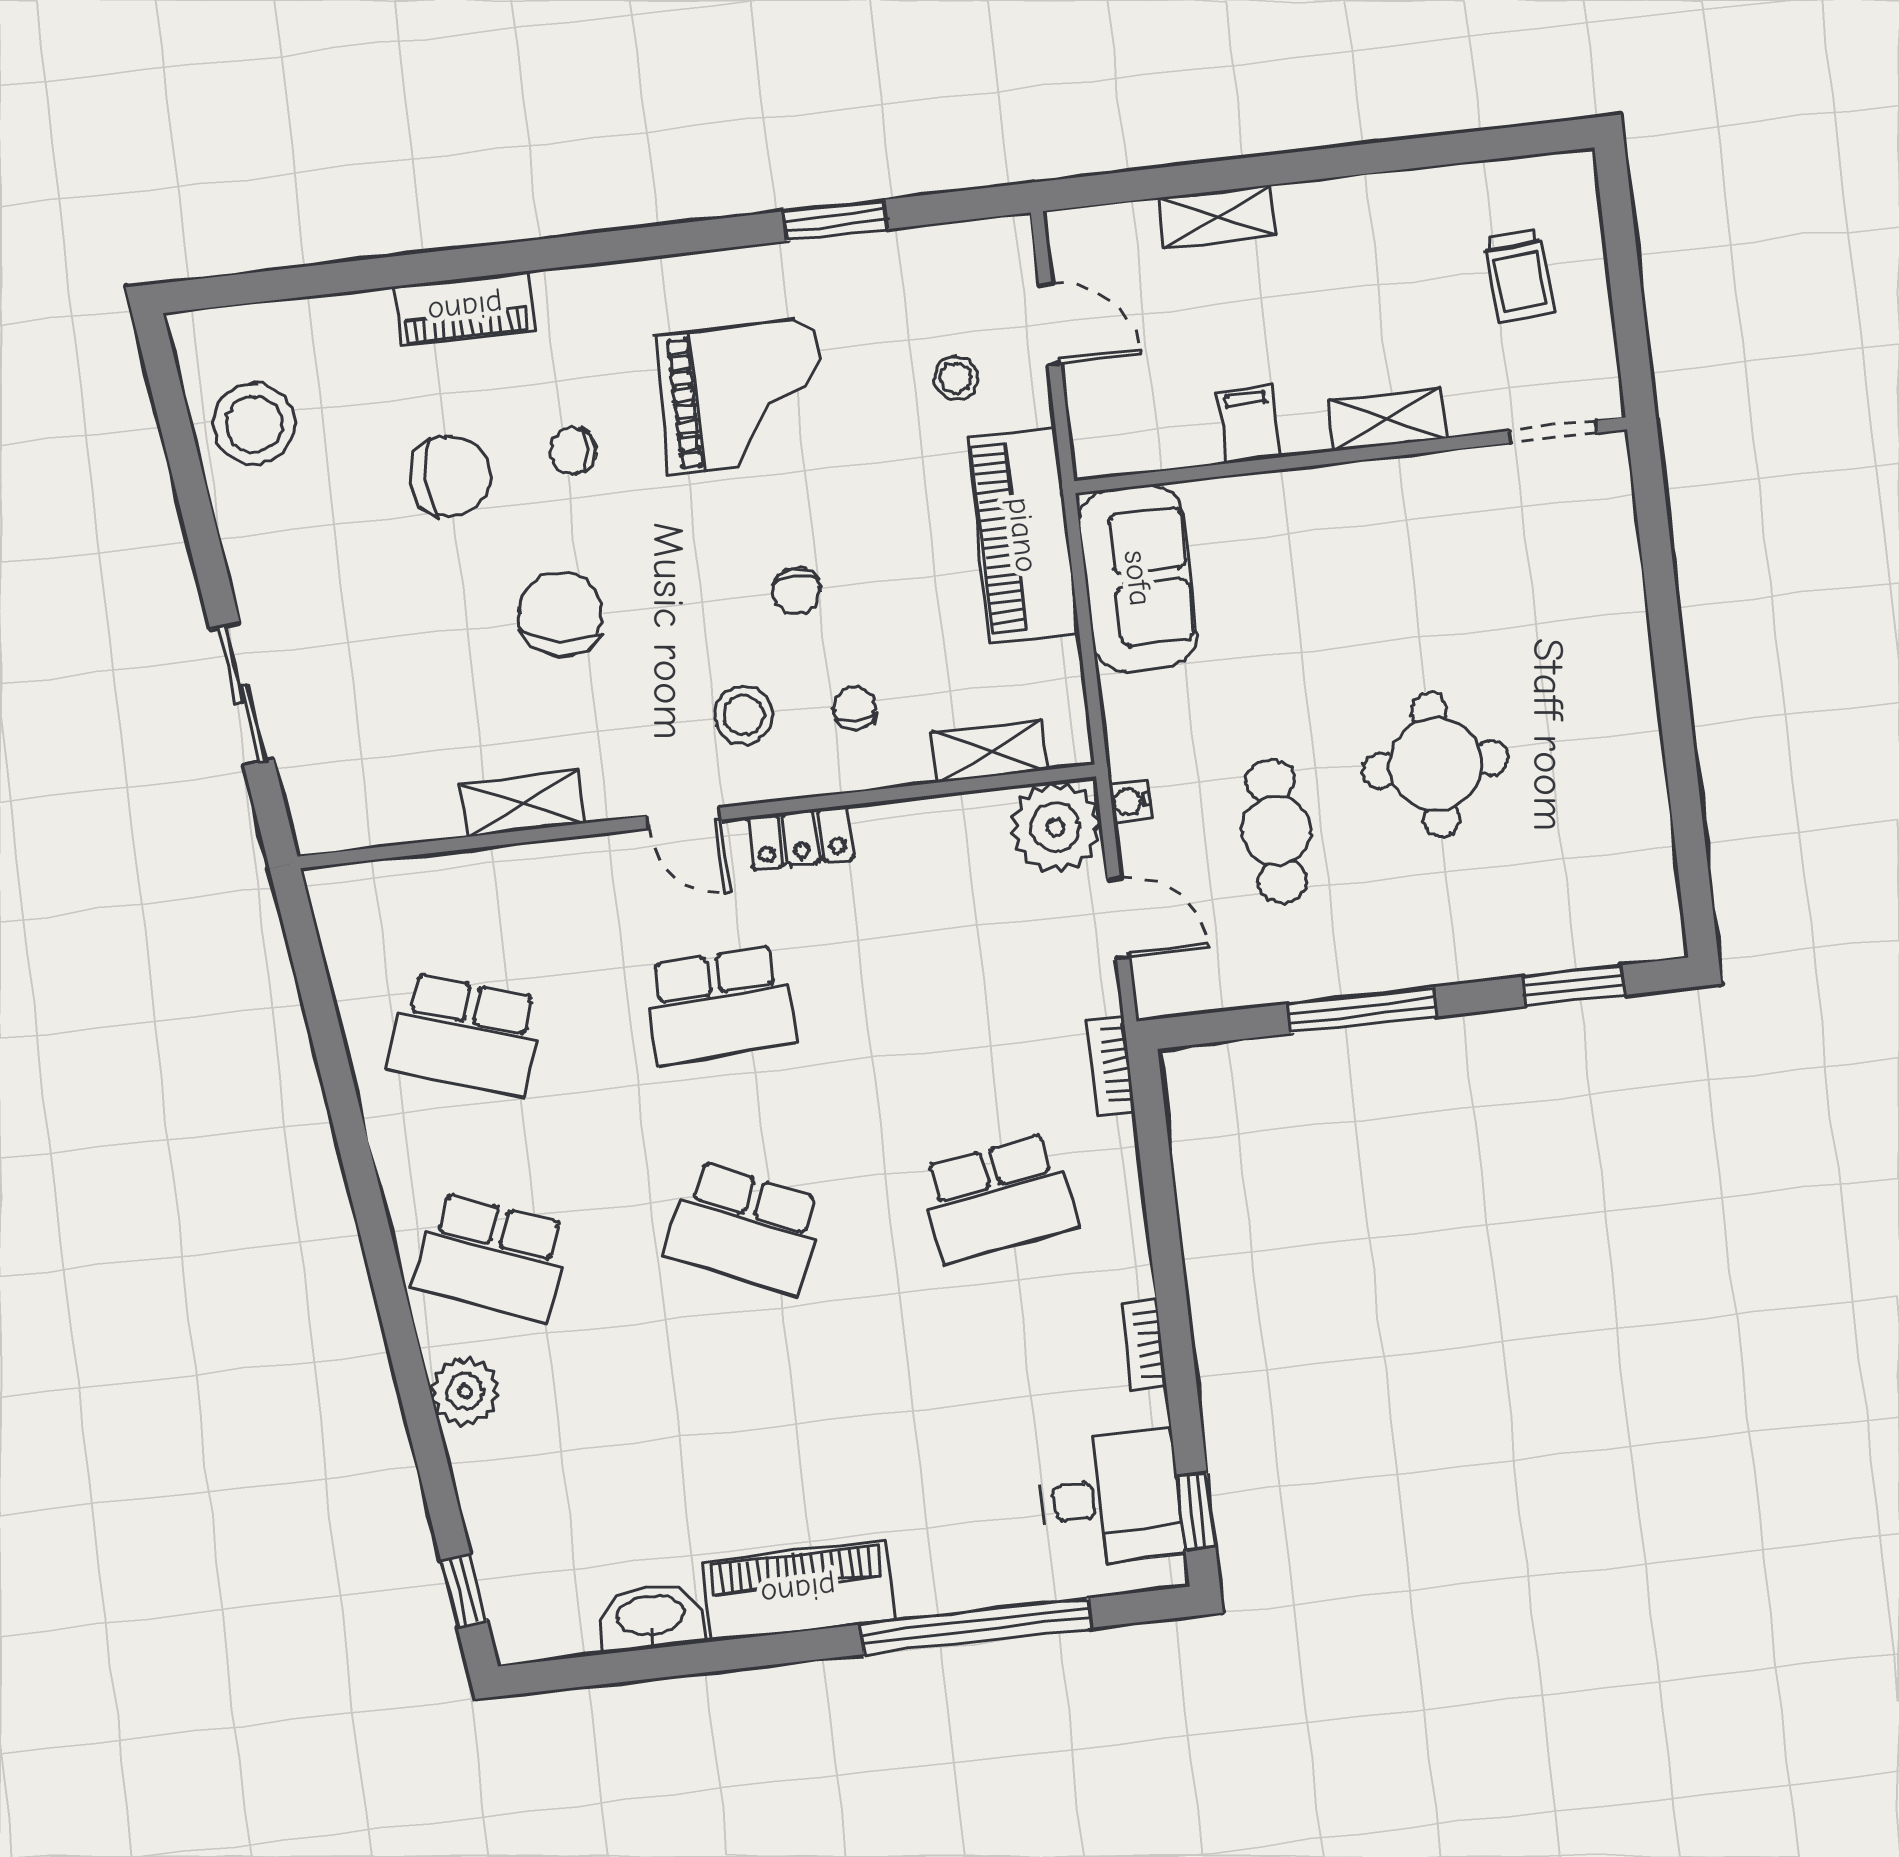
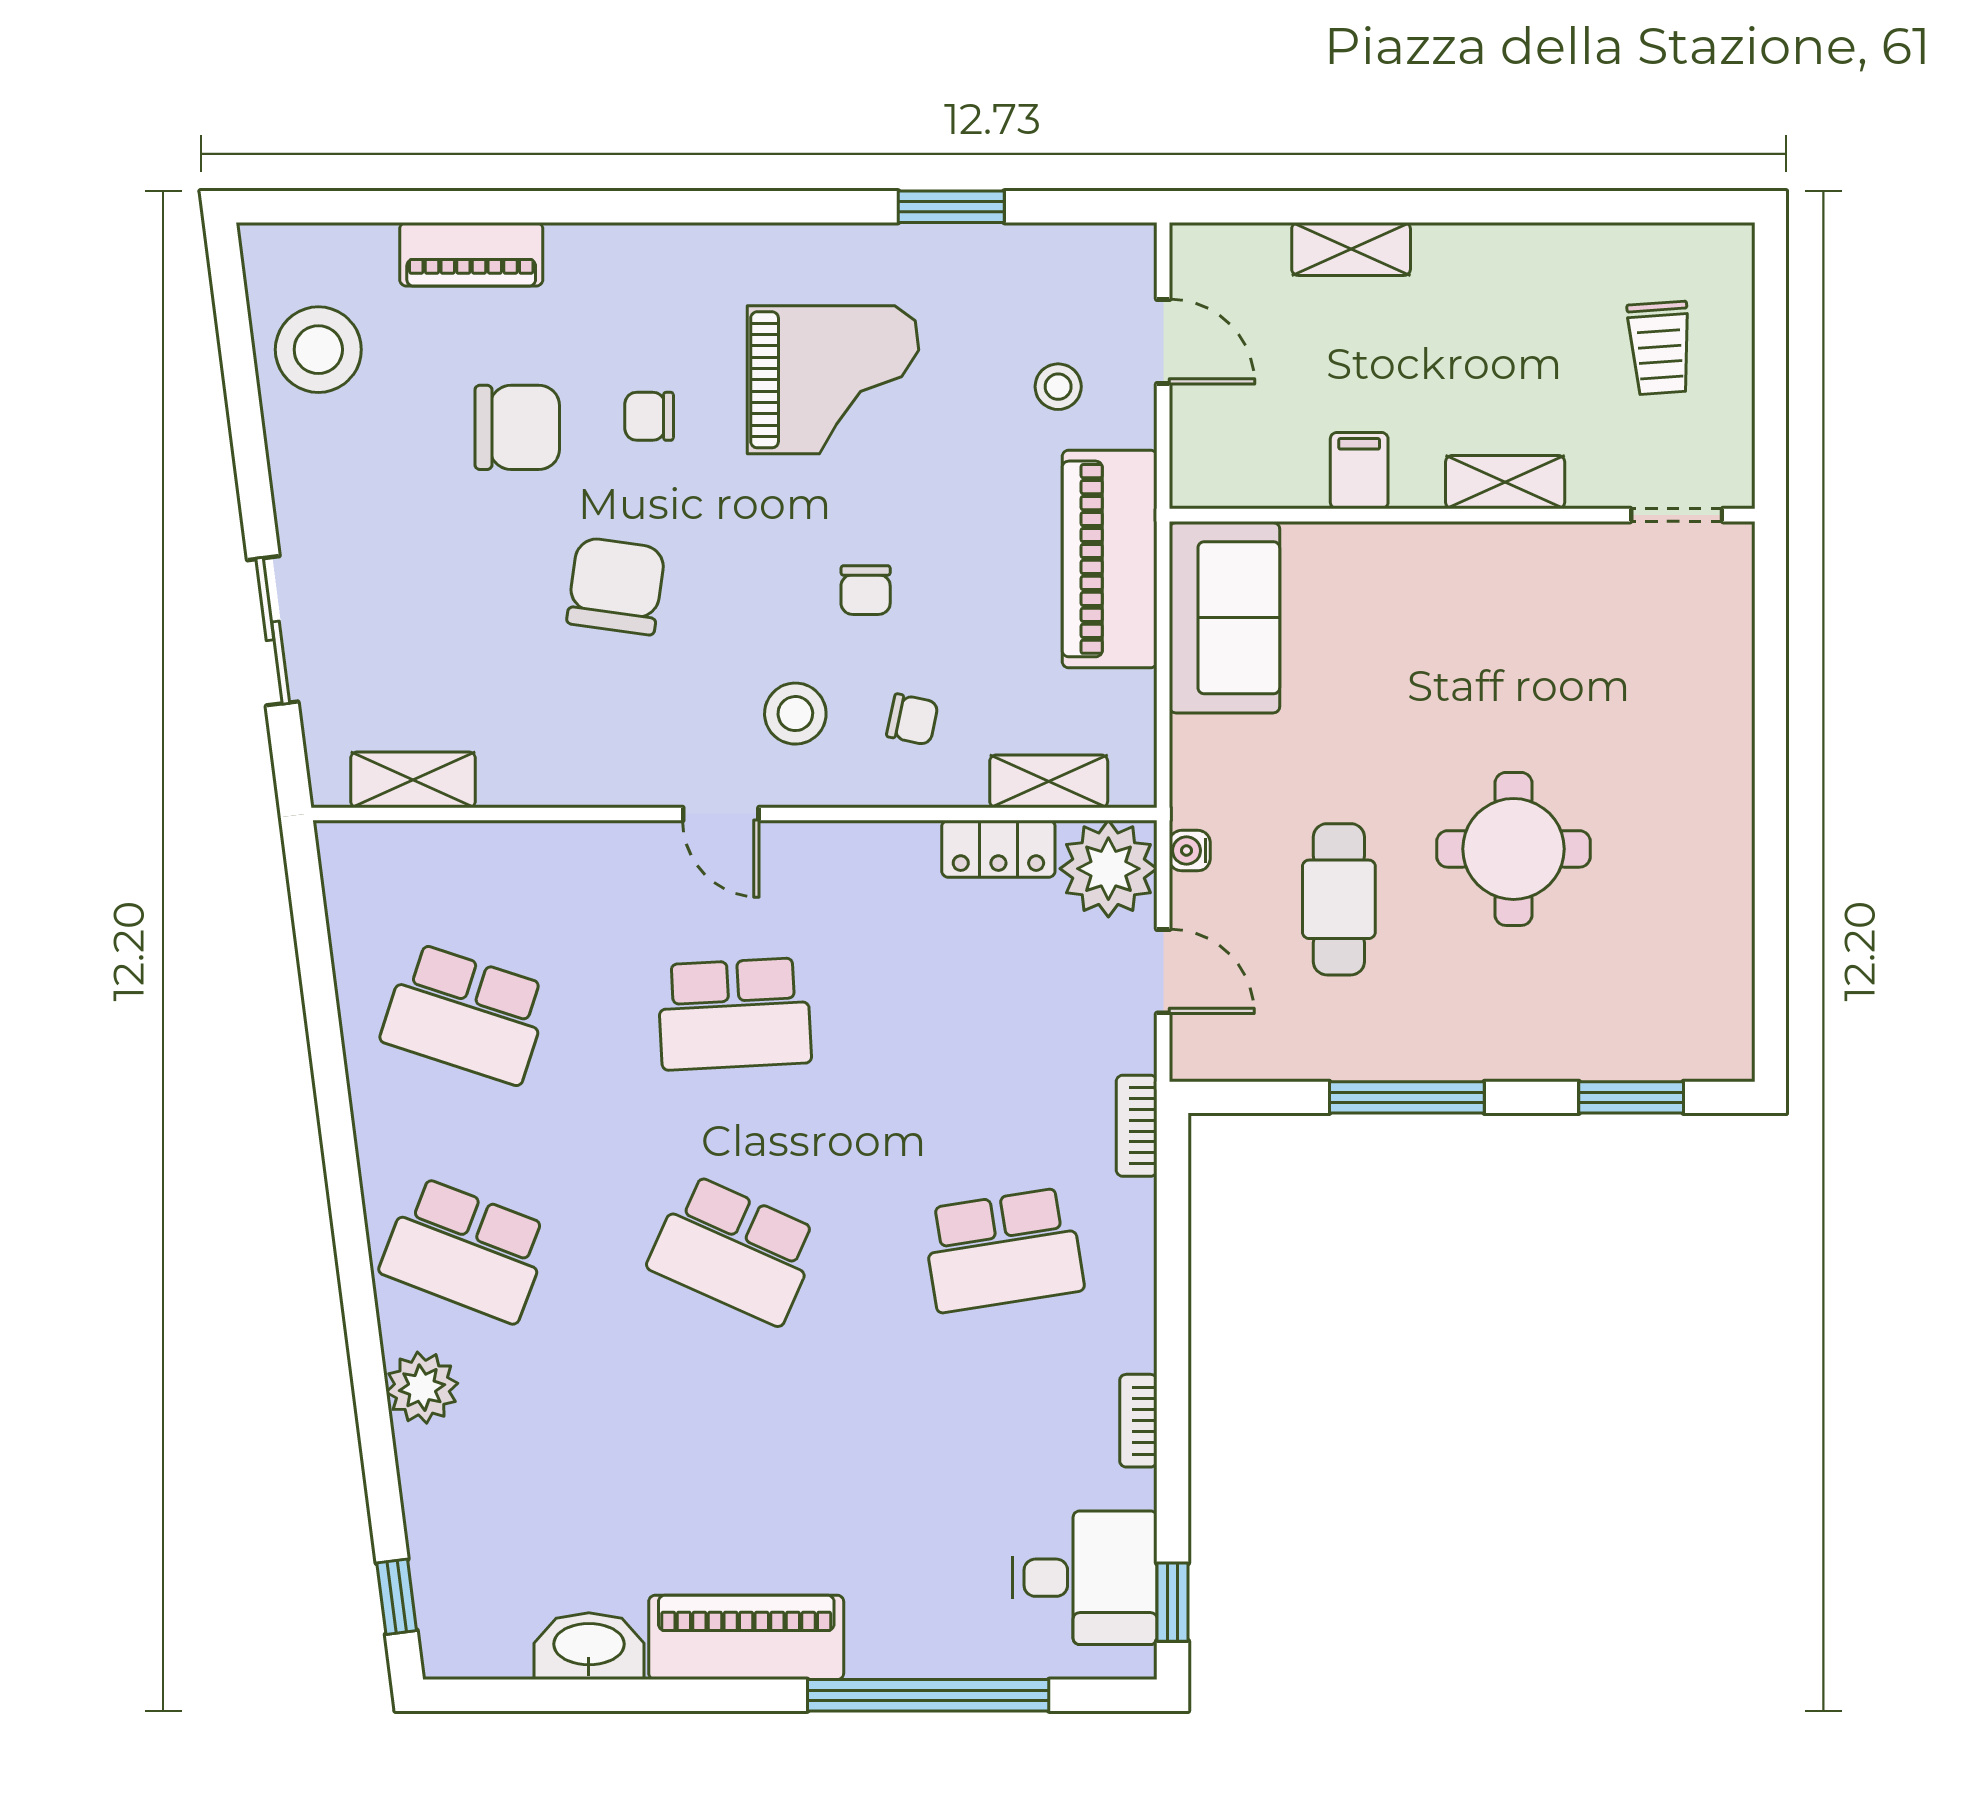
piano: (465, 309) -> (471, 254), moved
chair: (855, 708) -> (912, 719), turned 102
shelving: (523, 804) -> (413, 780), moved
locker: (800, 838) -> (998, 849), moved

